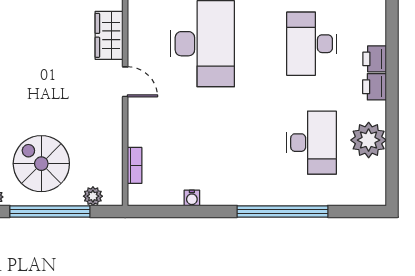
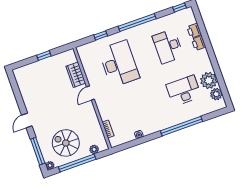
door: (125, 82) -> (90, 93), swing flipped
printer: (374, 87) -> (194, 31), moved
desk: (312, 143) -> (184, 91), turned -90
plant: (374, 172) -> (216, 94), added

